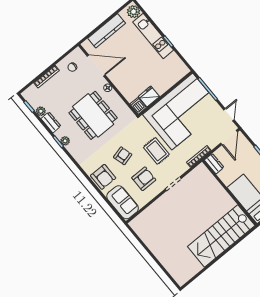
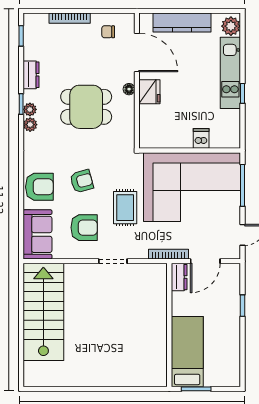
fridge: (149, 96) -> (149, 92), moved, turned 90
dishwasher: (138, 106) -> (201, 138), moved
plant: (41, 111) -> (30, 125), moved
dining table: (93, 115) -> (86, 107), width x0.73
door: (229, 138) -> (205, 261), moved
armchair: (103, 177) -> (39, 187), turned -90
stairs: (221, 236) -> (43, 312), moved, turned 90

